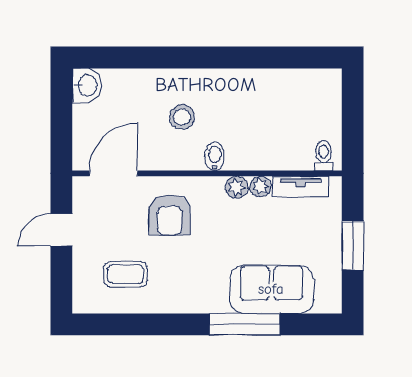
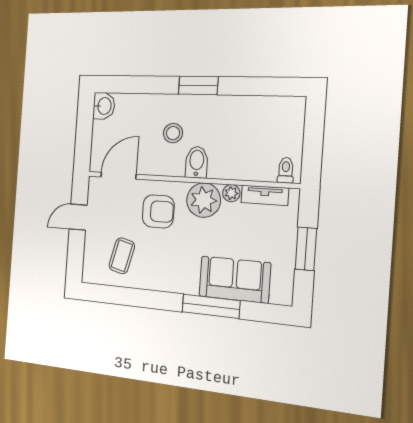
window: (210, 57) -> (198, 85), added
bidet: (215, 157) -> (197, 162), width x1.38, depth x1.36
plant: (237, 187) -> (204, 200), width x1.88, depth x1.88
armchair: (170, 215) -> (158, 211), turned -90
coffee table: (125, 274) -> (122, 256), turned -76

